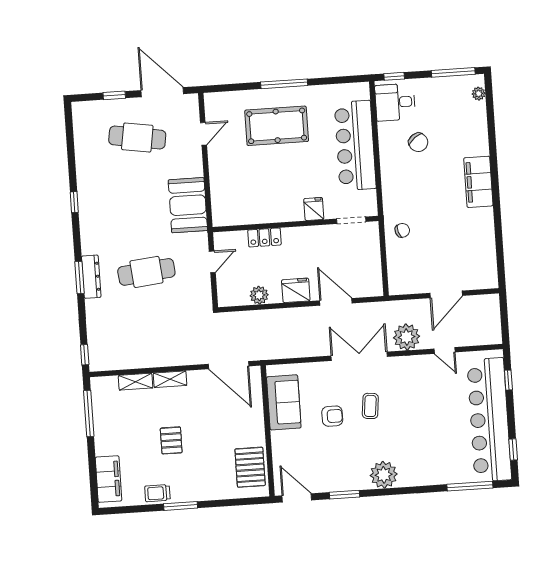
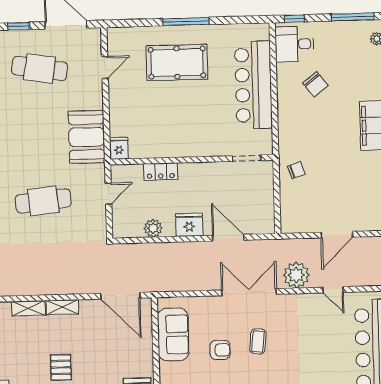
fridge: (314, 209) -> (119, 148), moved

